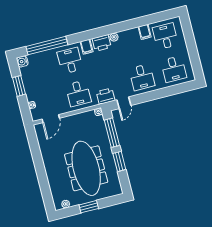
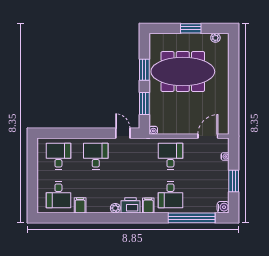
printer: (106, 96) -> (141, 146), removed
door: (124, 103) -> (123, 133), hinge flipped
window: (112, 133) -> (144, 103), width x0.69
meeting table: (86, 168) -> (183, 72), turned 90

